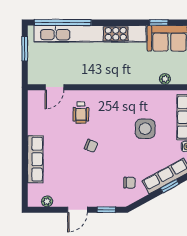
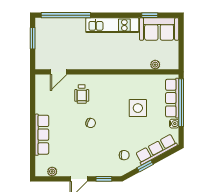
kitchen unit: (90, 34) -> (112, 25), width x0.54
window: (170, 186) -> (145, 166), moved

